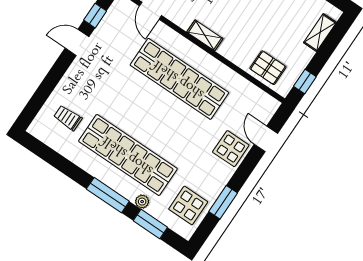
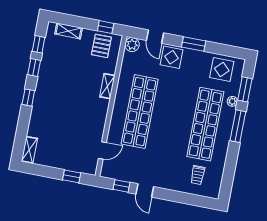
shelving: (205, 35) -> (107, 86), moved
pallet: (268, 68) -> (101, 46), moved
plant: (268, 106) -> (132, 45), added
door: (266, 139) -> (155, 37), hinge flipped
window: (223, 202) -> (194, 44), moved

